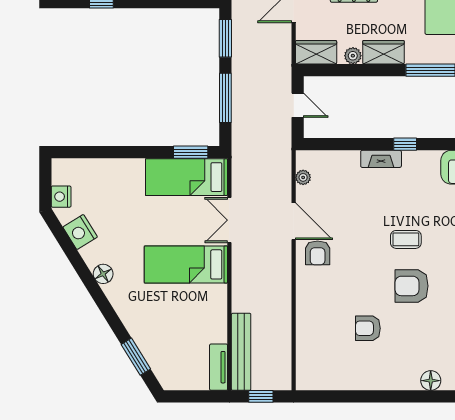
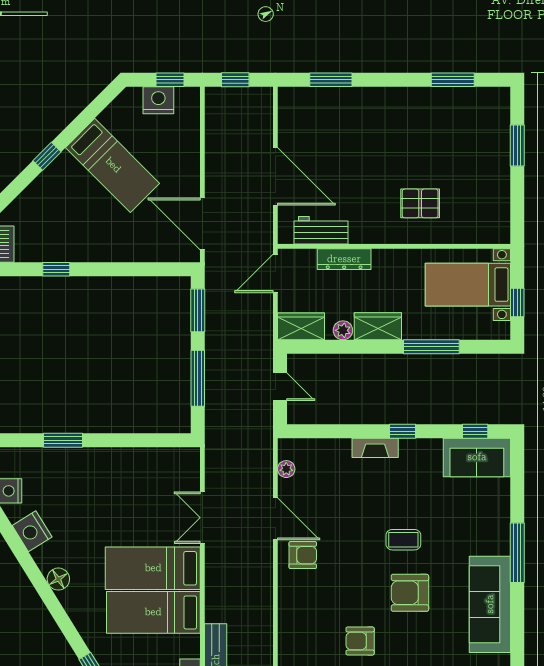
window: (191, 152) -> (63, 440), moved
bed: (186, 177) -> (153, 612), moved
armchair: (318, 253) -> (303, 555), turned -90

